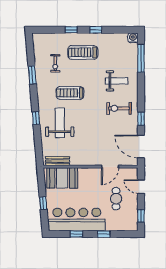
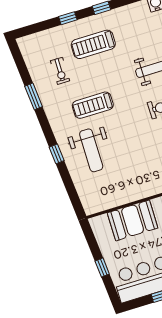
weight bench: (60, 123) -> (91, 150), turned 180
bench: (57, 161) -> (104, 204), removed
booth: (62, 178) -> (133, 220), moved

